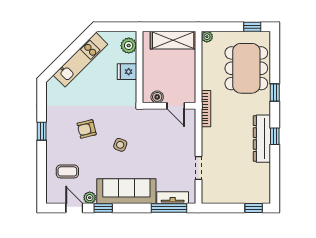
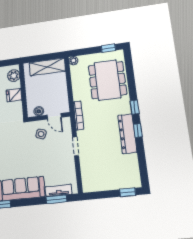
window: (275, 92) -> (135, 107), moved
side table: (120, 145) -> (41, 134), moved
doorway: (198, 168) -> (76, 146), moved
window: (169, 208) -> (56, 199), width x0.69

